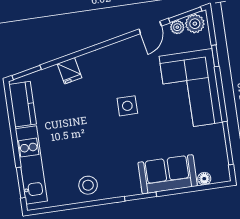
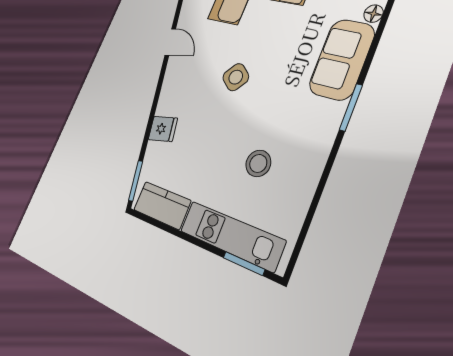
door: (150, 28) -> (170, 42), moved
side table: (127, 106) -> (236, 77), turned 38
stool: (88, 185) -> (258, 163), moved

